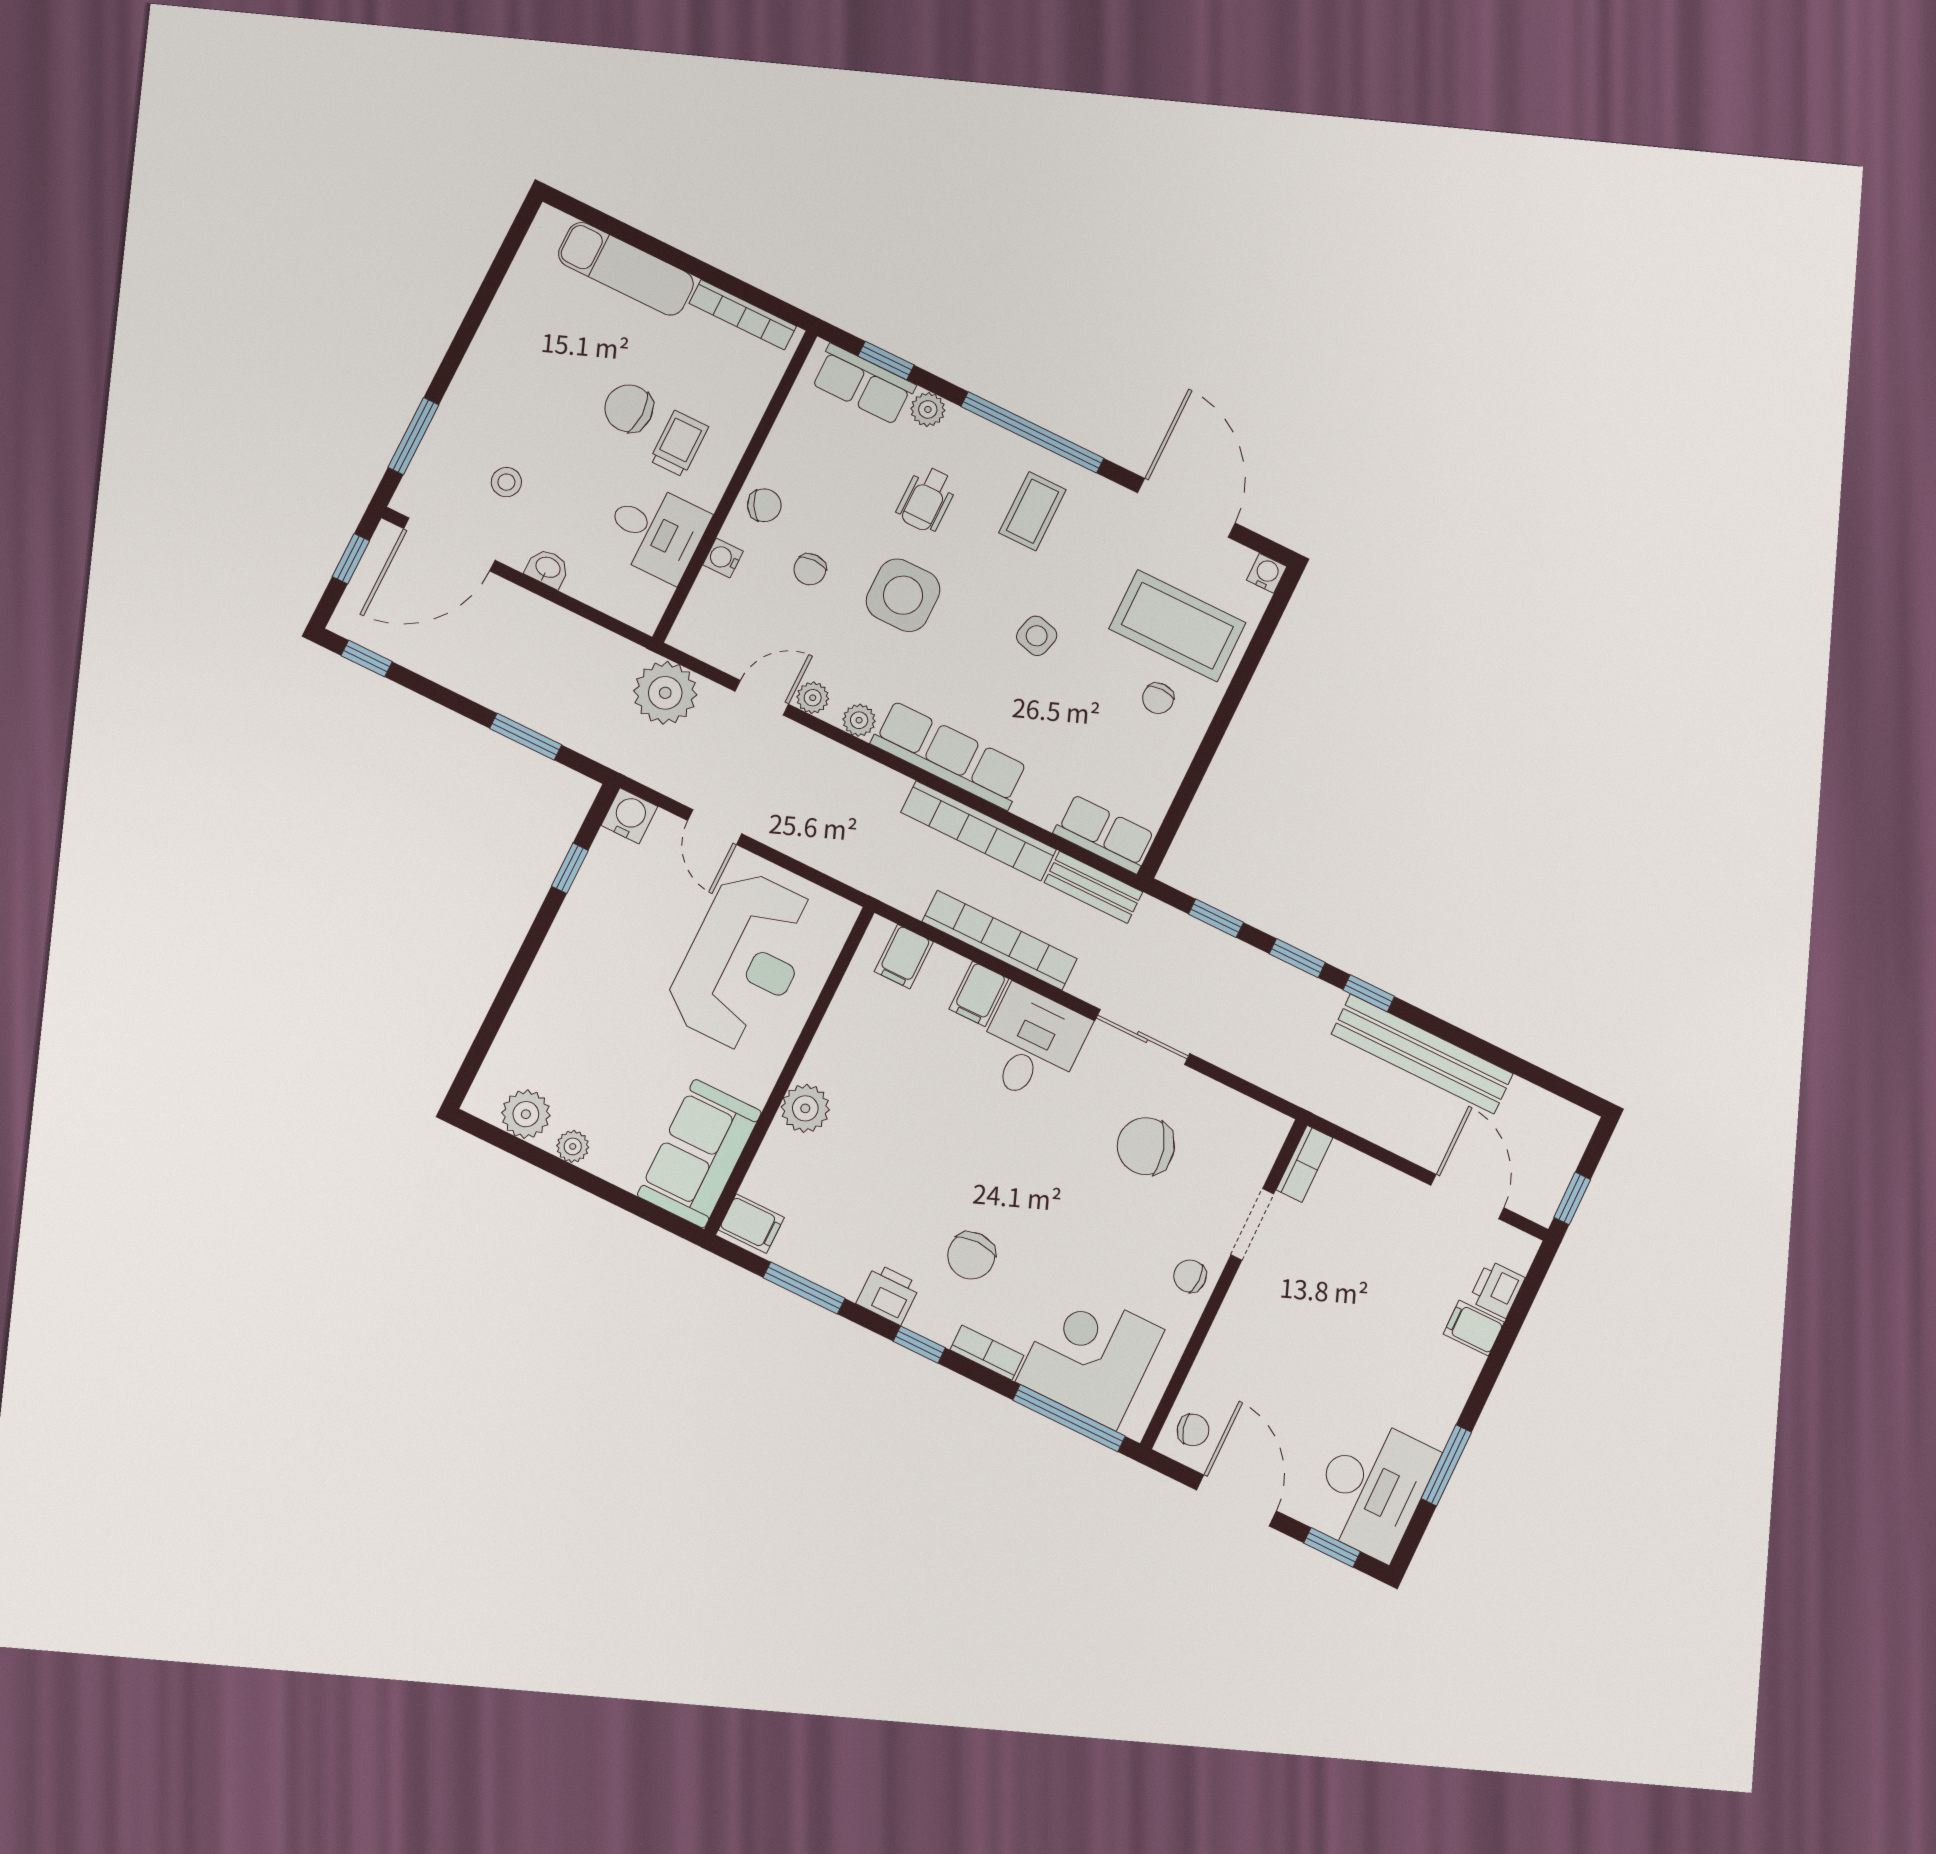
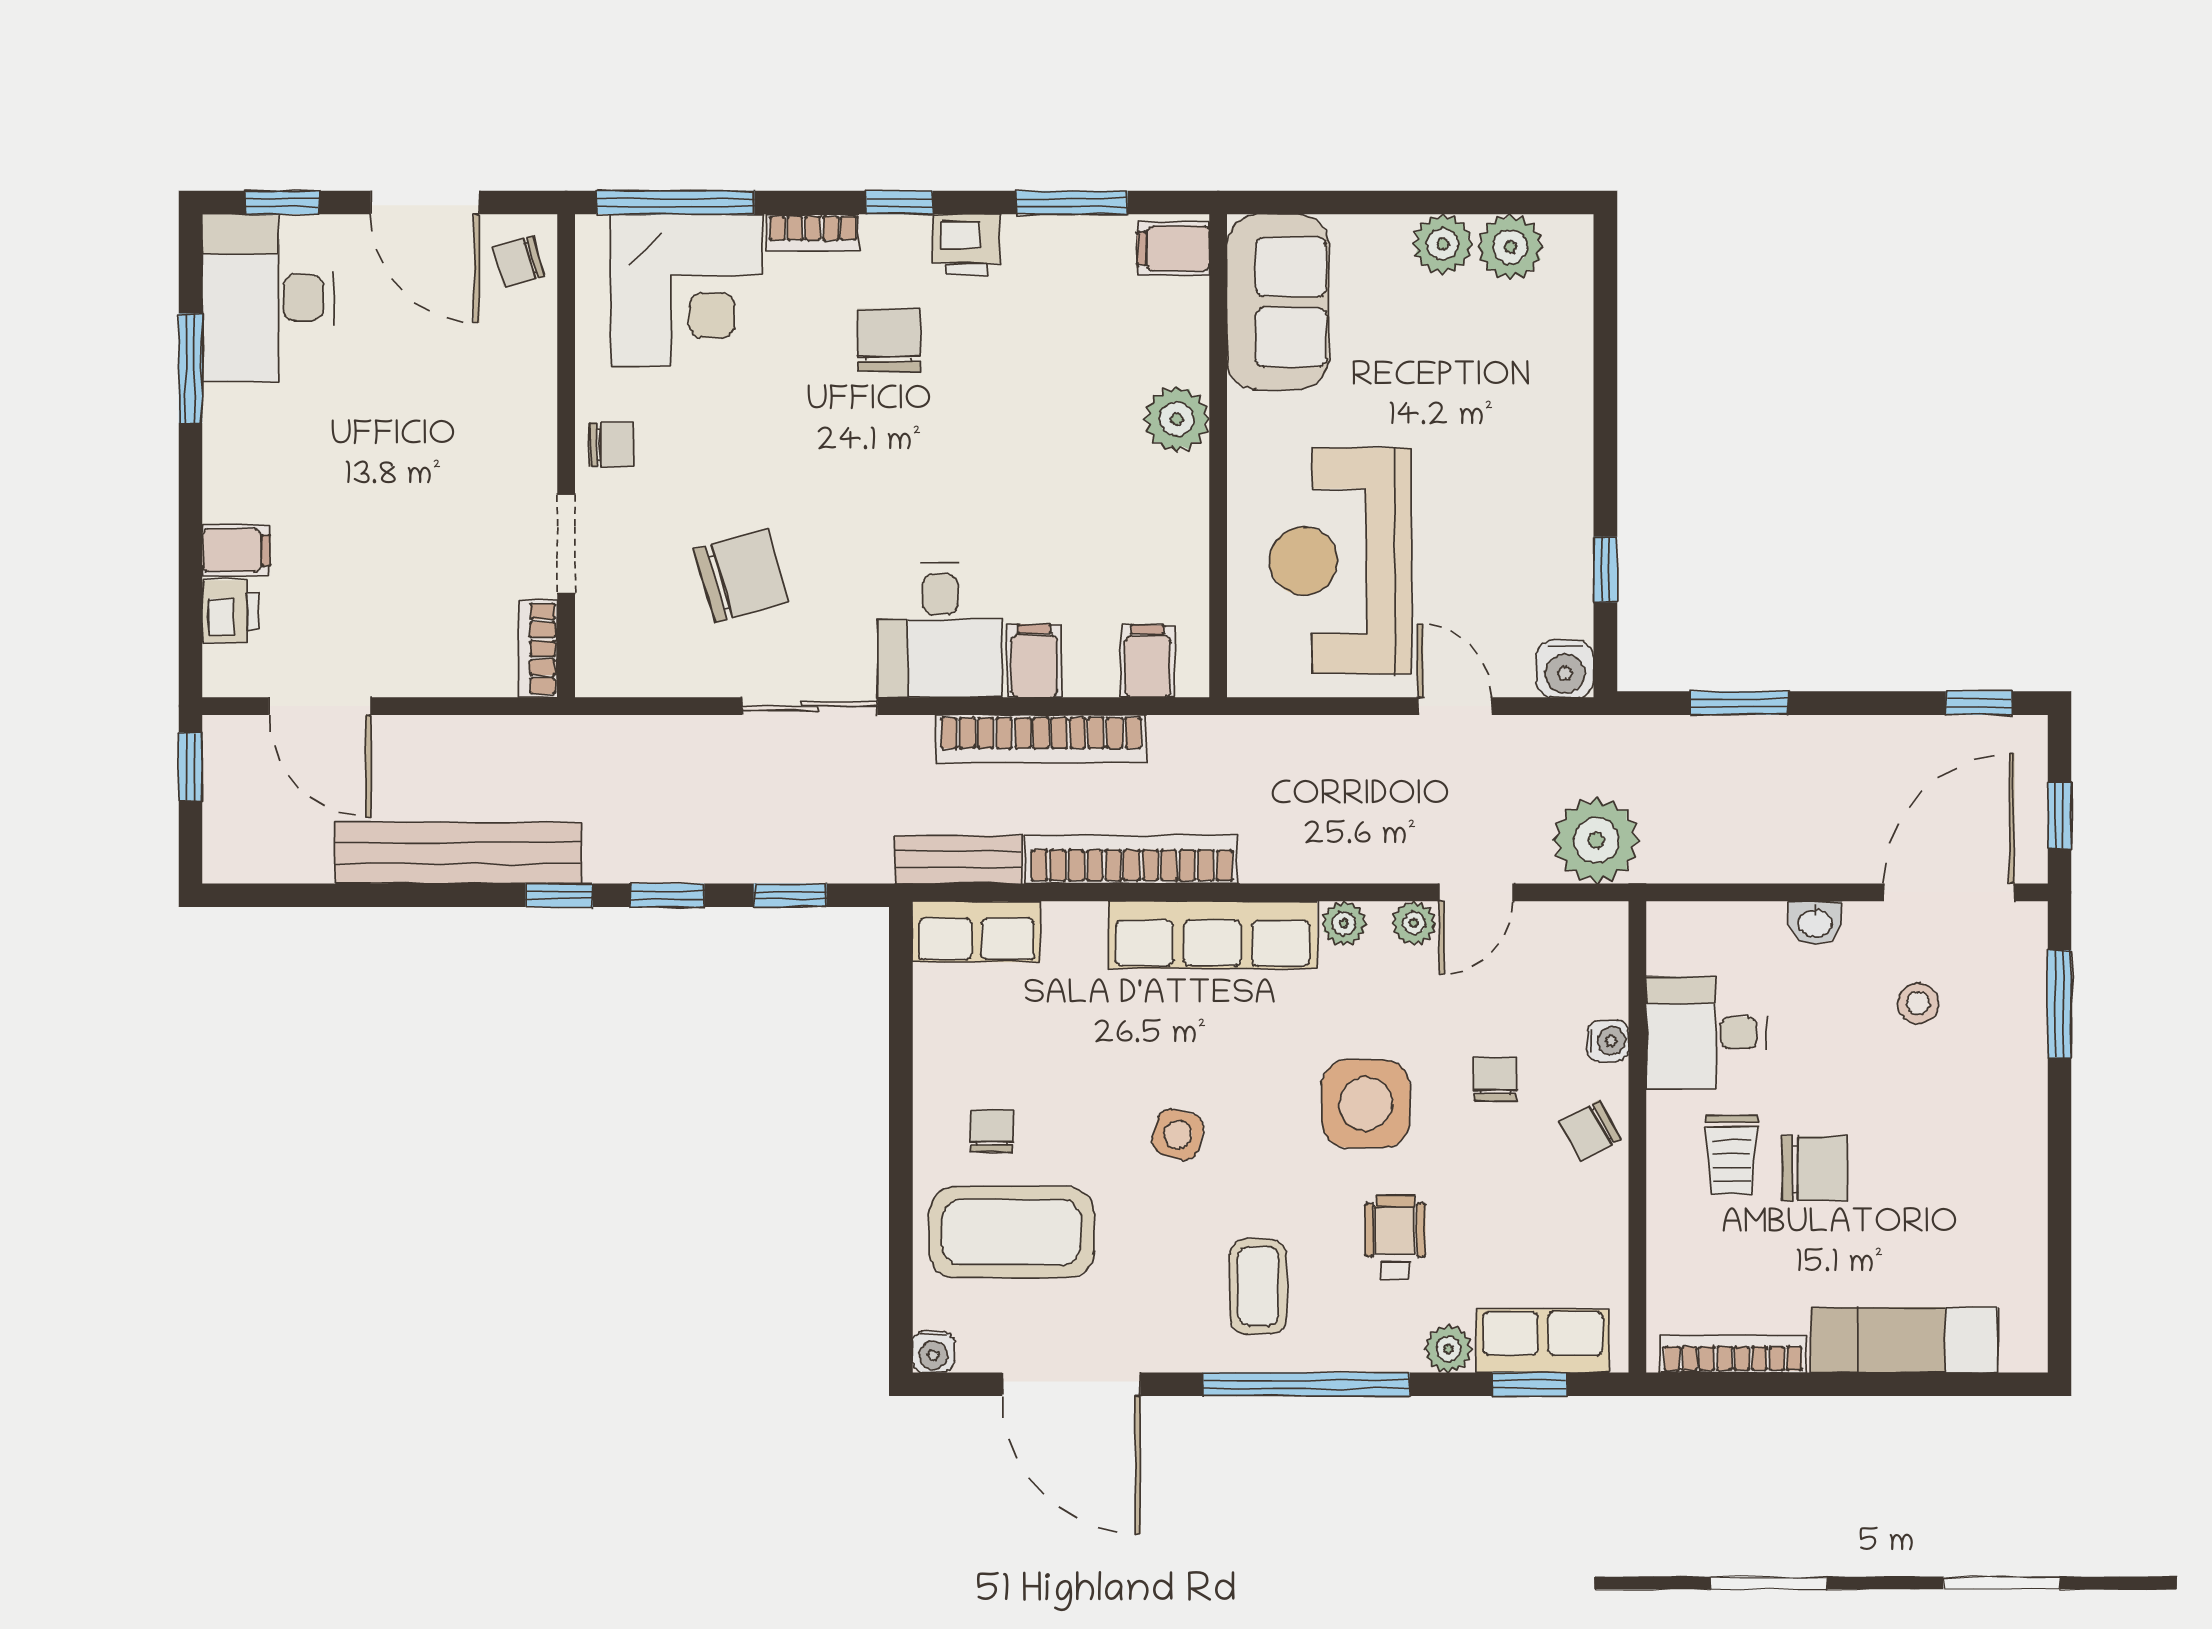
plant: (573, 1146) -> (1443, 244), width x1.38, depth x1.38

